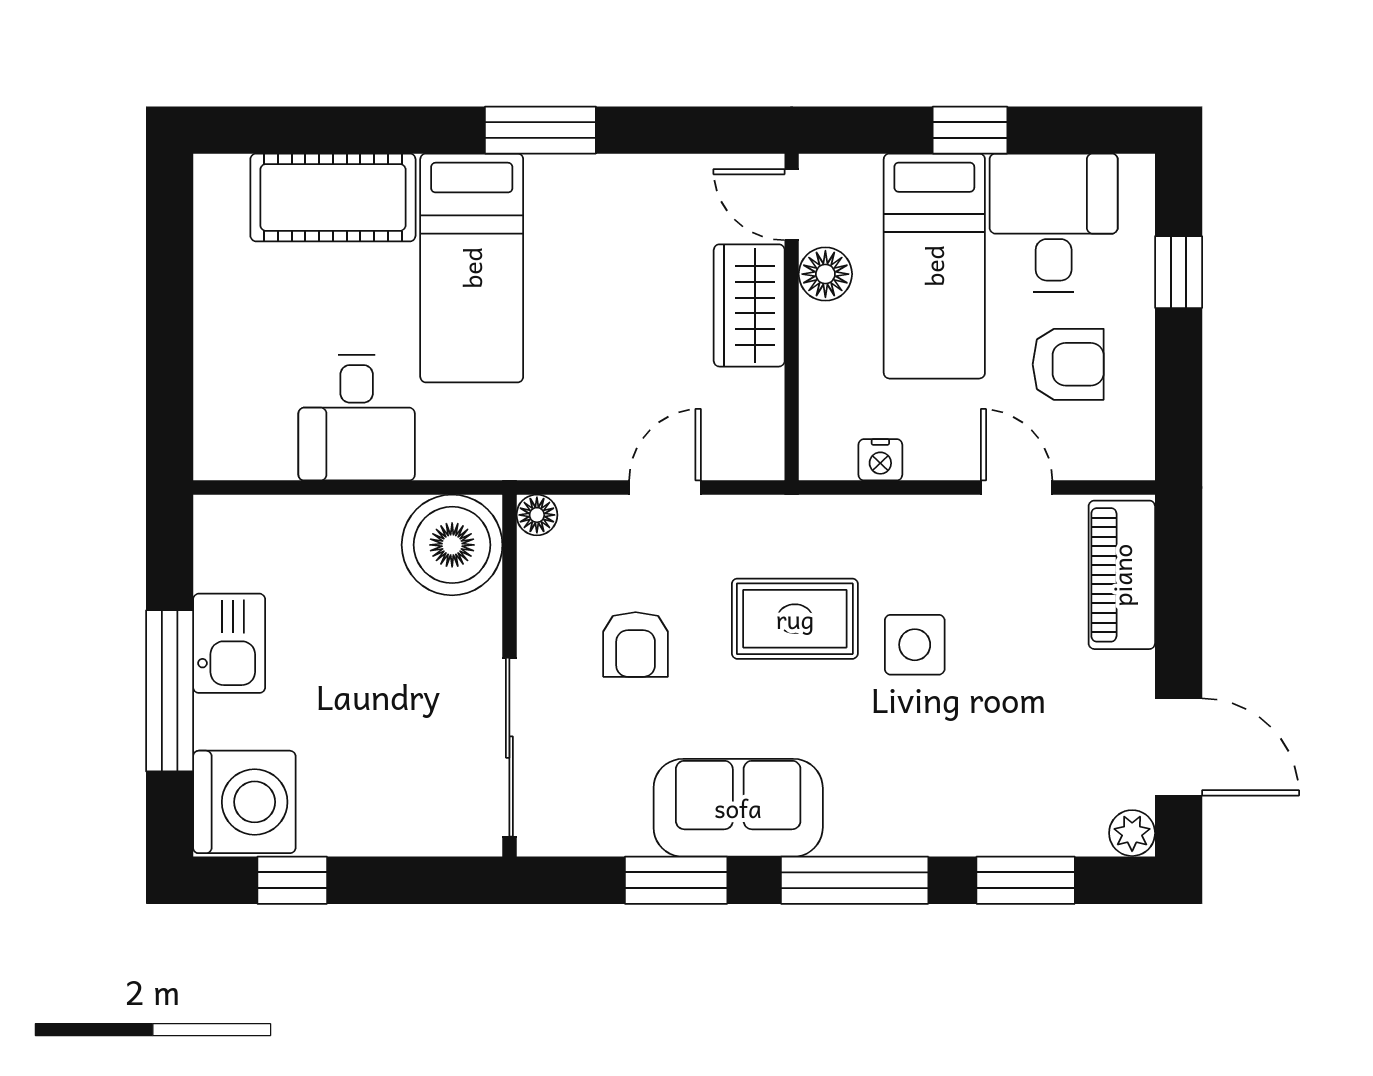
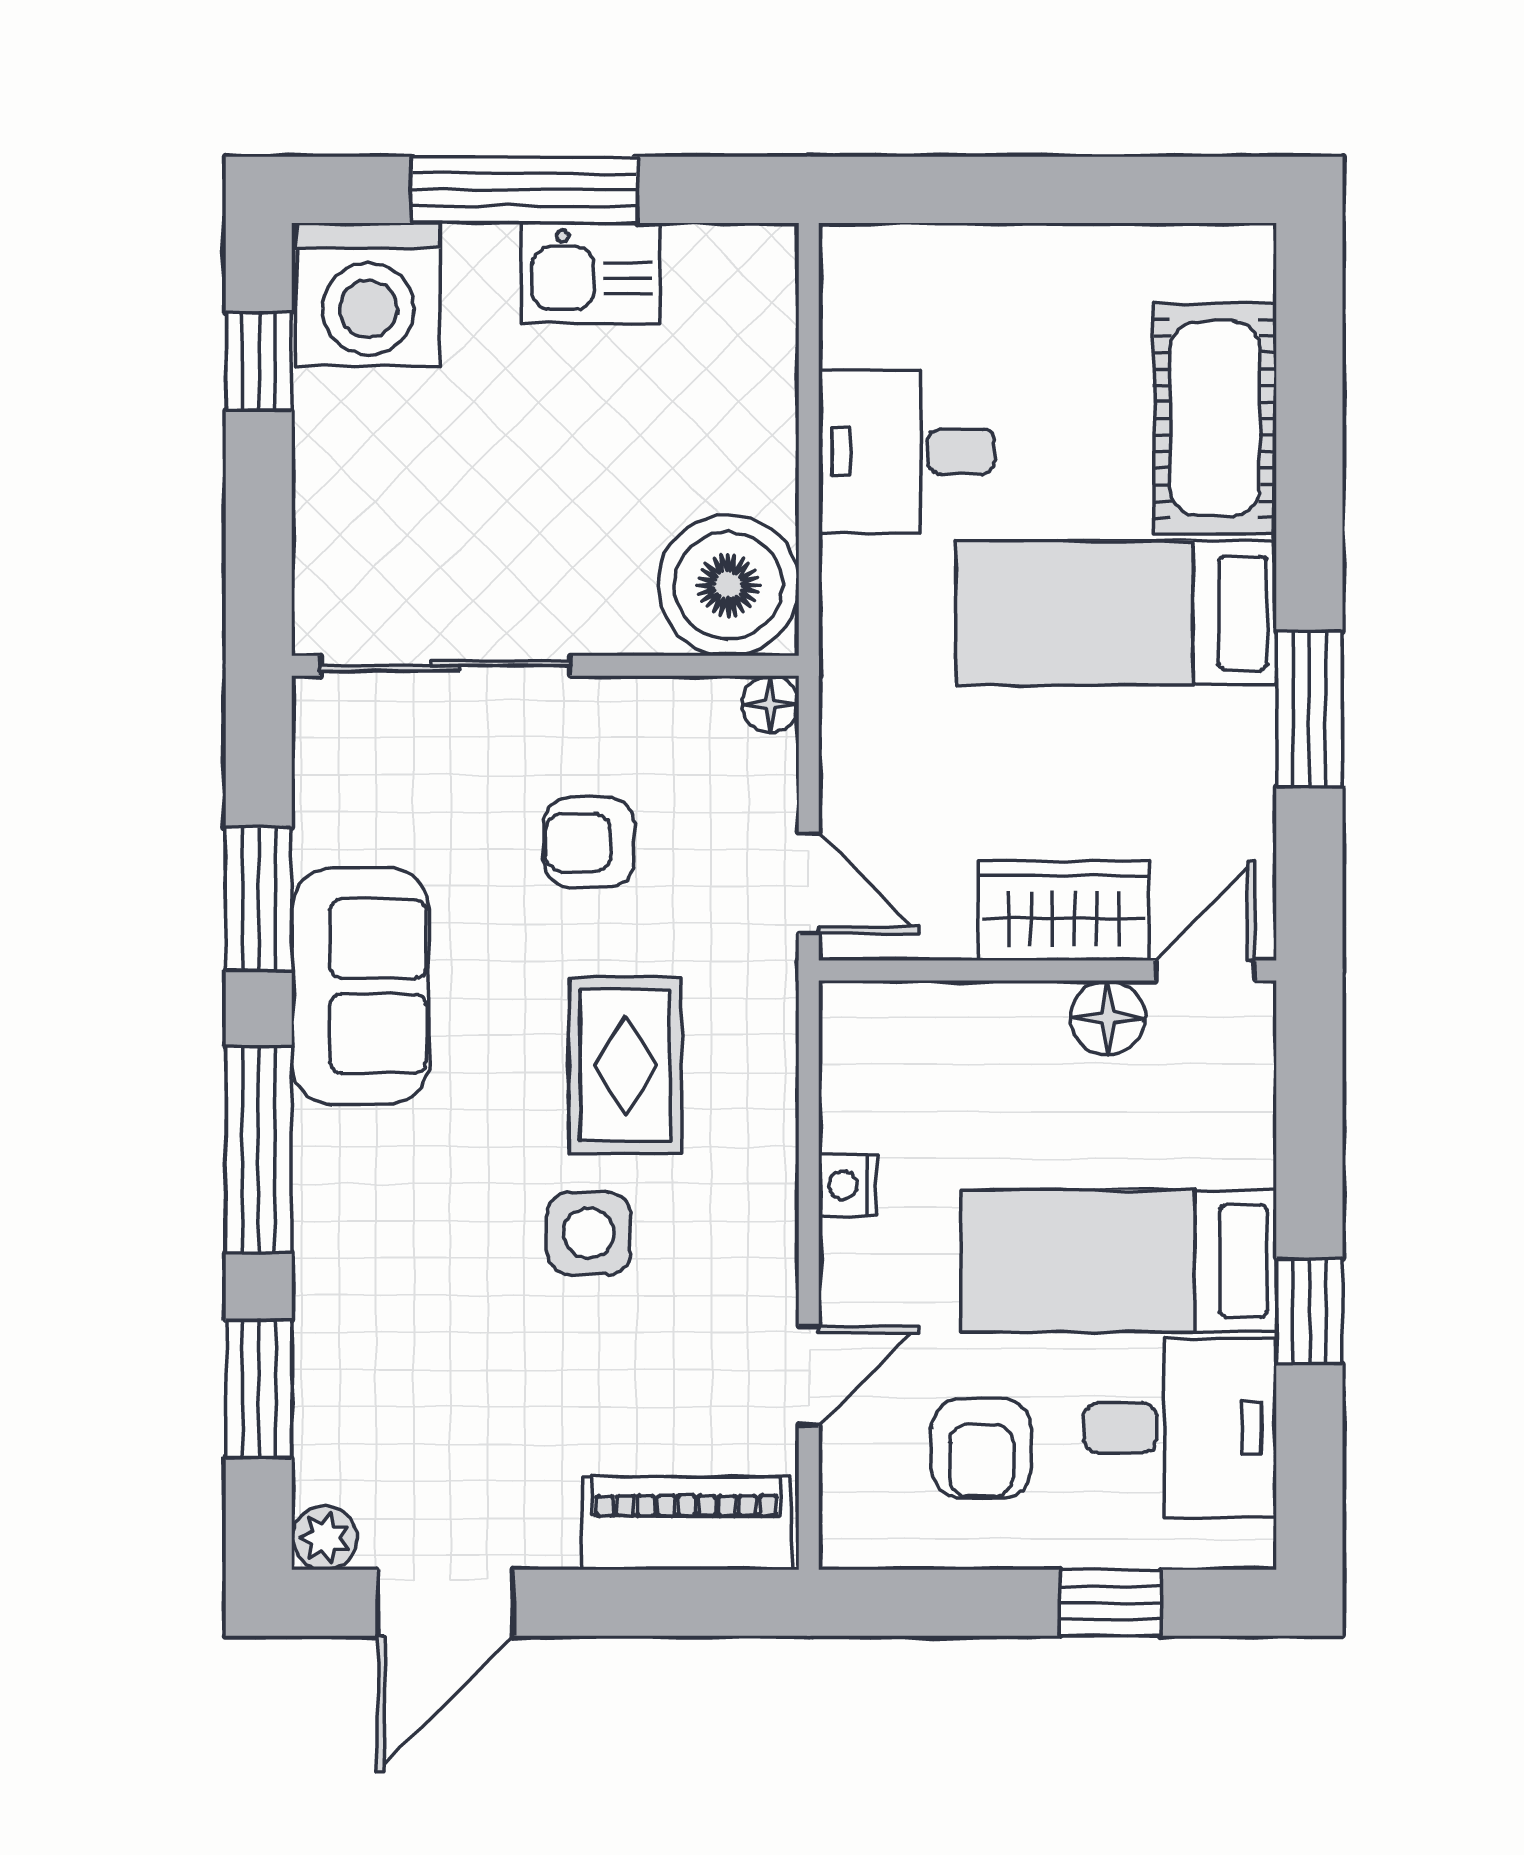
door: (792, 205) -> (1205, 970), moved
floor lamp: (825, 274) -> (1108, 1018), moved
wardrobe: (749, 305) -> (1064, 911), moved
wall: (792, 317) -> (1048, 970), moved

